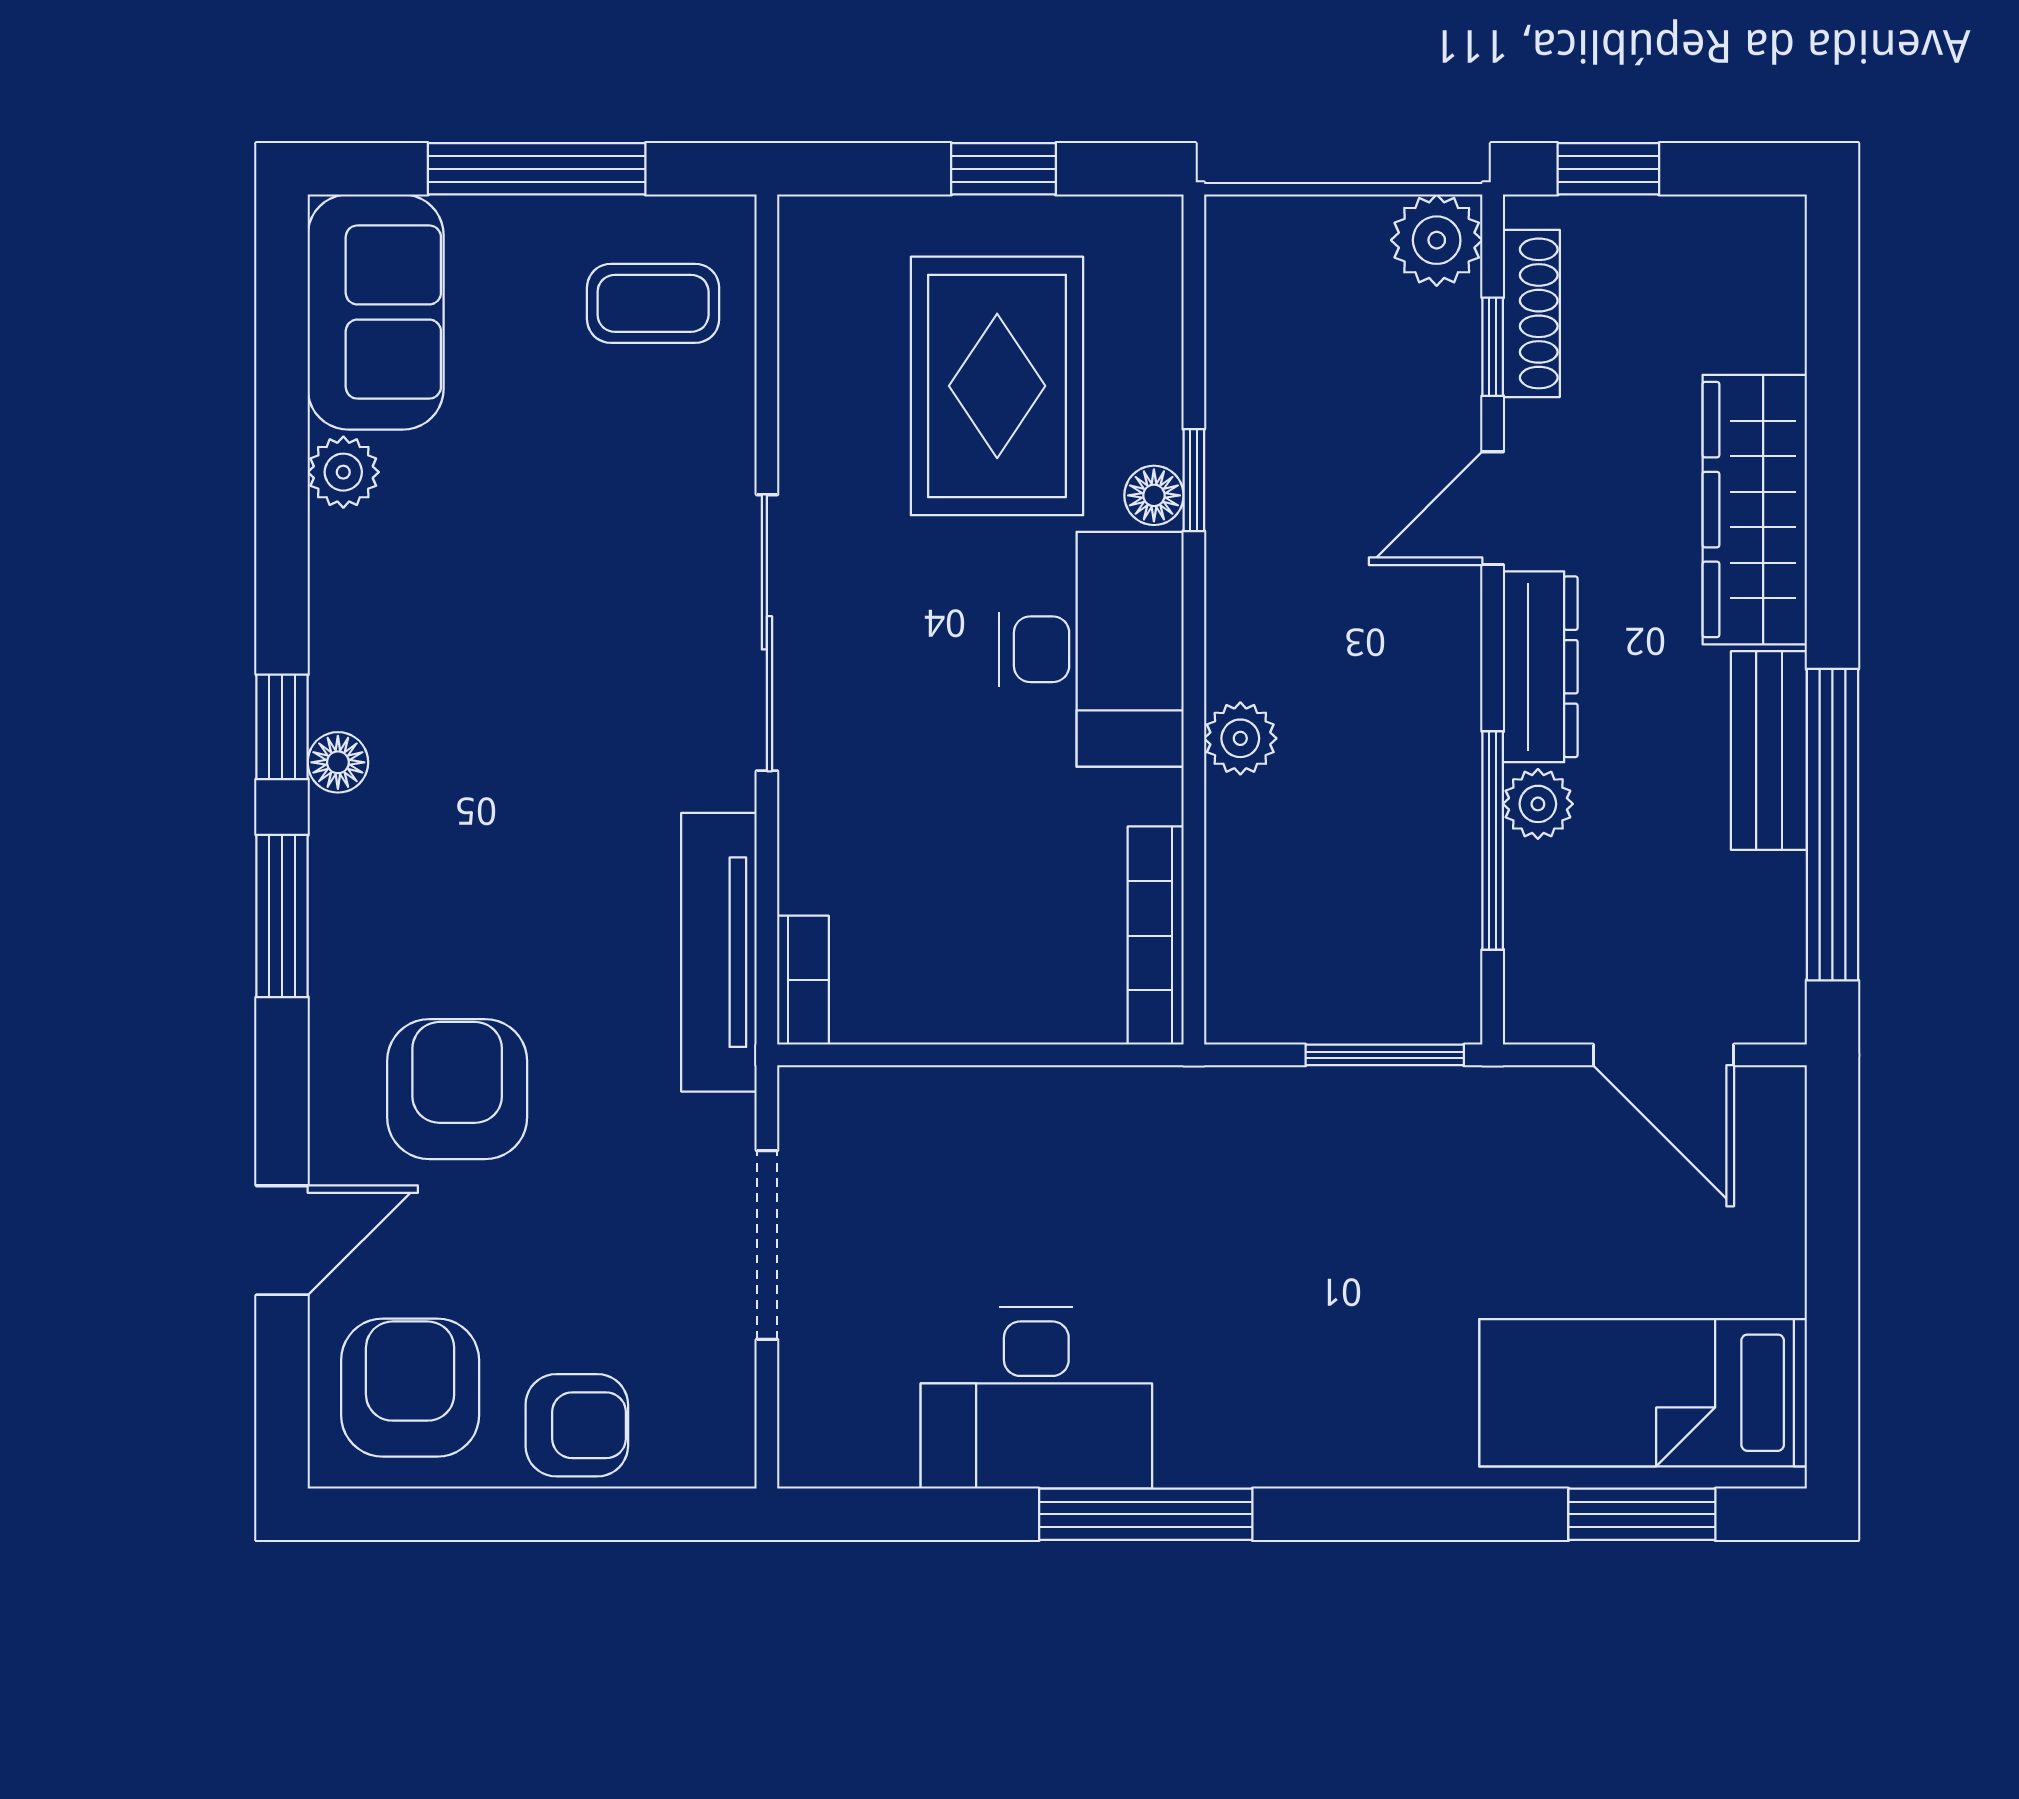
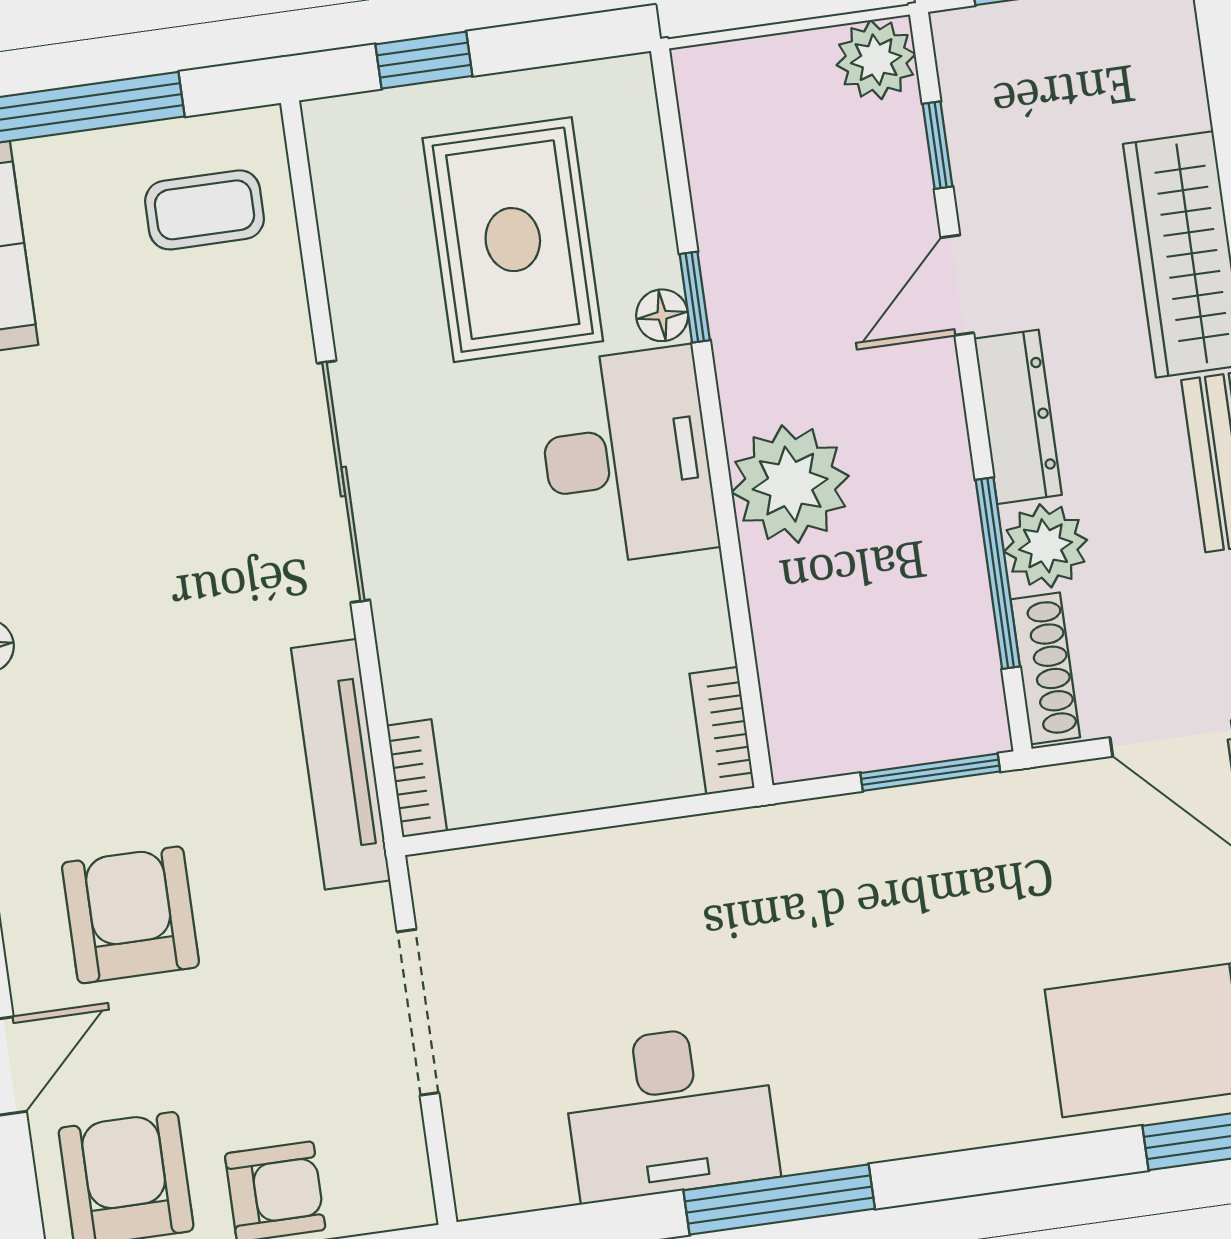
window: (1003, 169) -> (424, 60), moved
shoe rack: (1531, 313) -> (1045, 668), moved
plant: (1240, 738) -> (790, 484), width x1.87, depth x1.87
plant: (1538, 804) -> (1045, 546), width x1.38, depth x1.38
bookcase: (1156, 936) -> (722, 731), width x0.64

